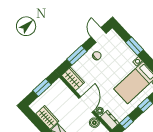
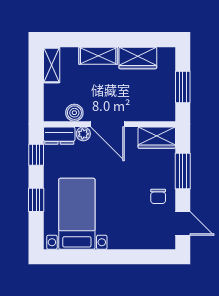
window: (135, 46) -> (125, 257), removed

